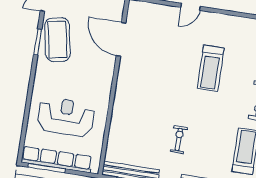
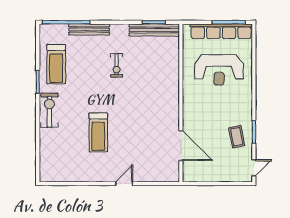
coffee table: (57, 40) -> (237, 137), width x0.54, depth x0.58
treadmill: (211, 68) -> (98, 132), turned 180

